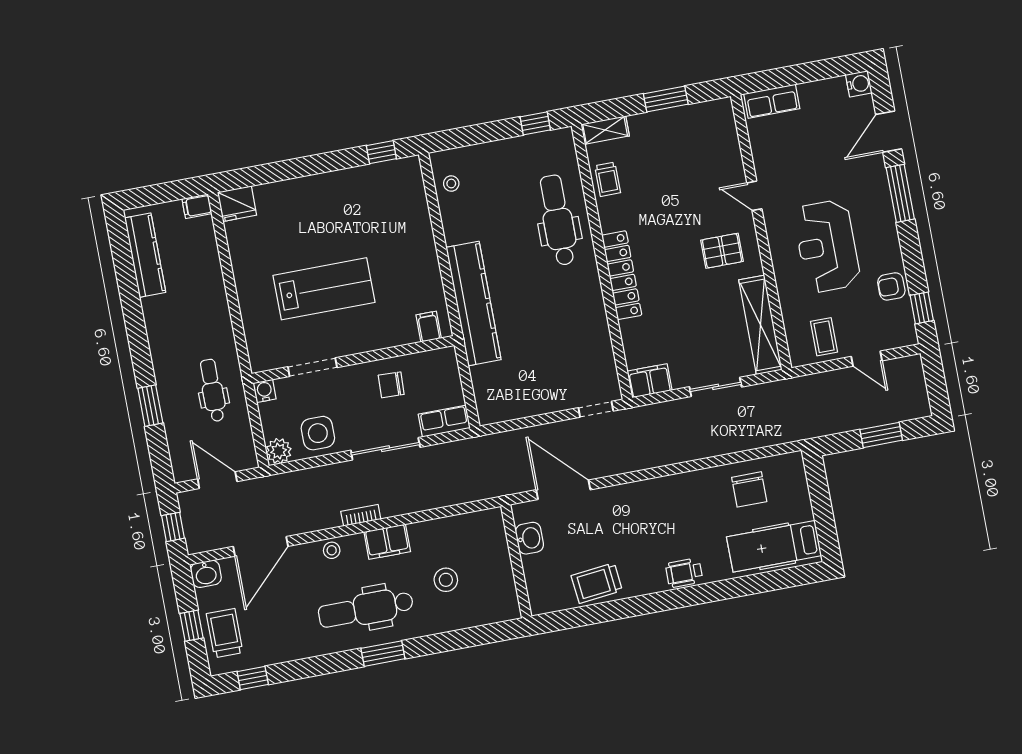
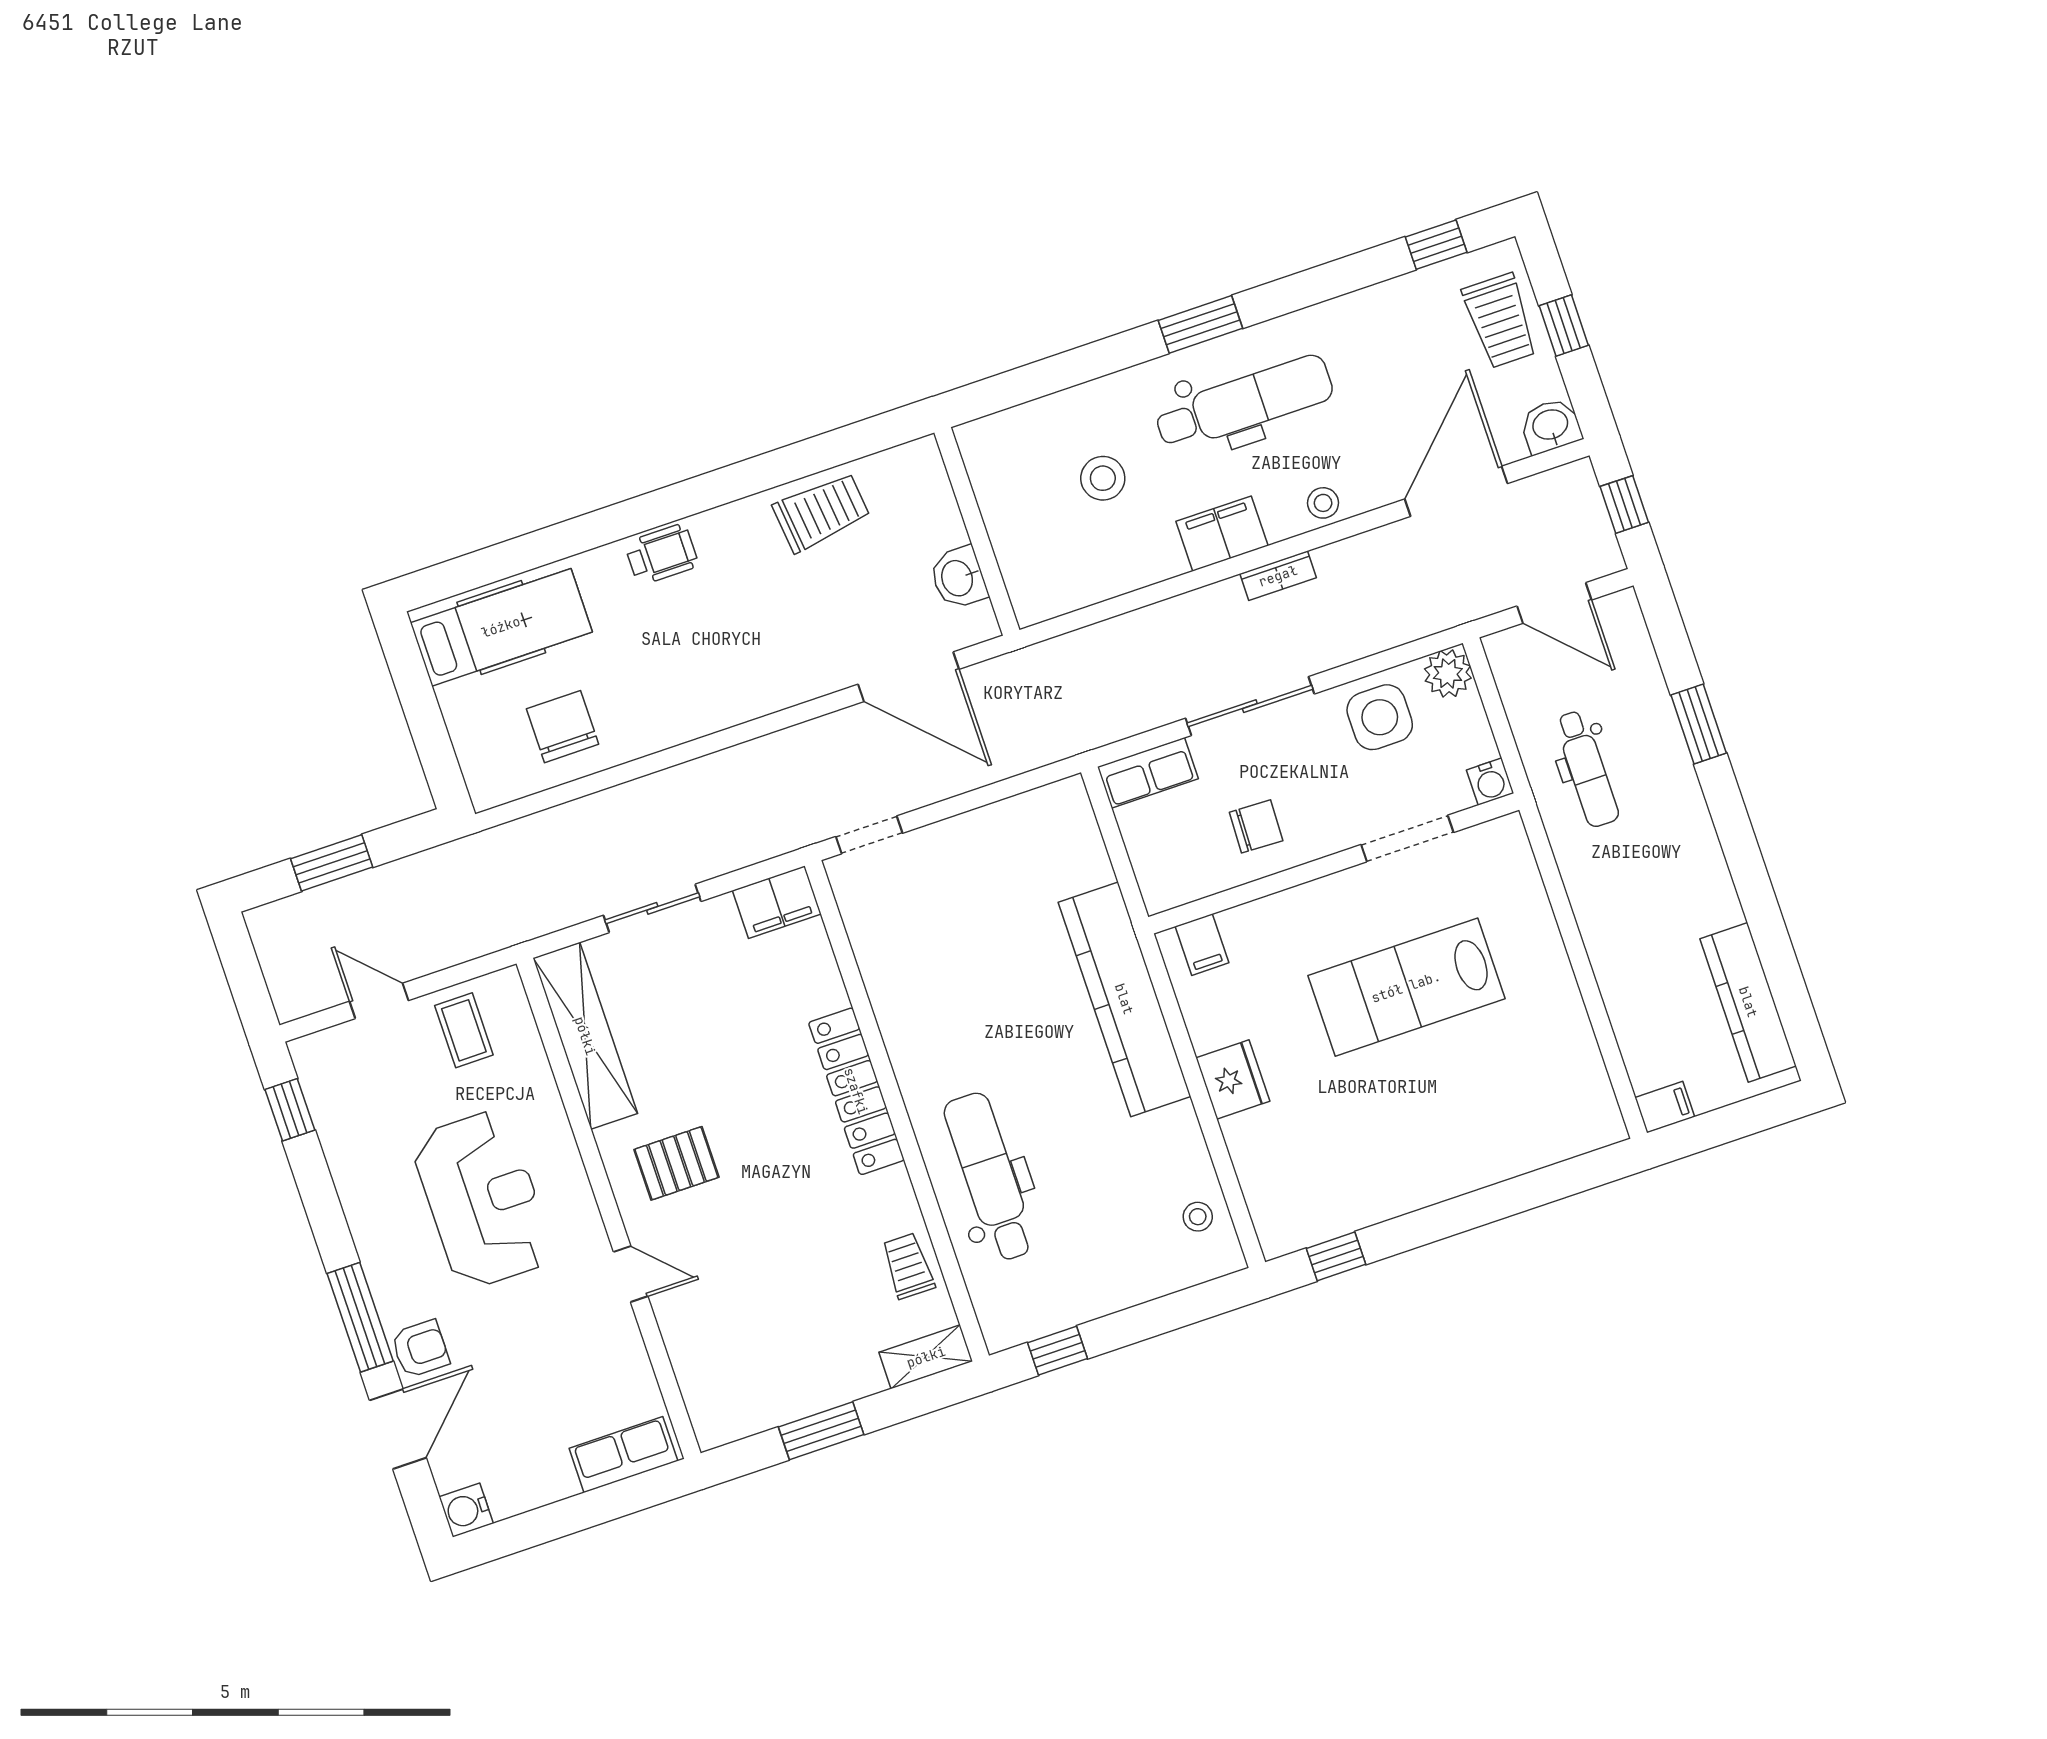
fridge: (237, 204) -> (1233, 1079), moved, turned 90
dental chair: (558, 220) -> (990, 1177), turned 180
armchair: (891, 286) -> (420, 1349), moved

